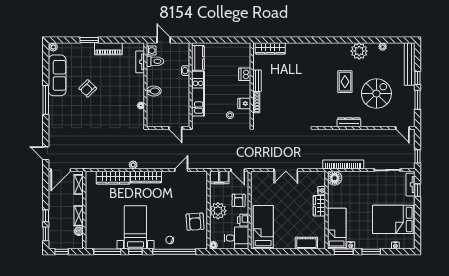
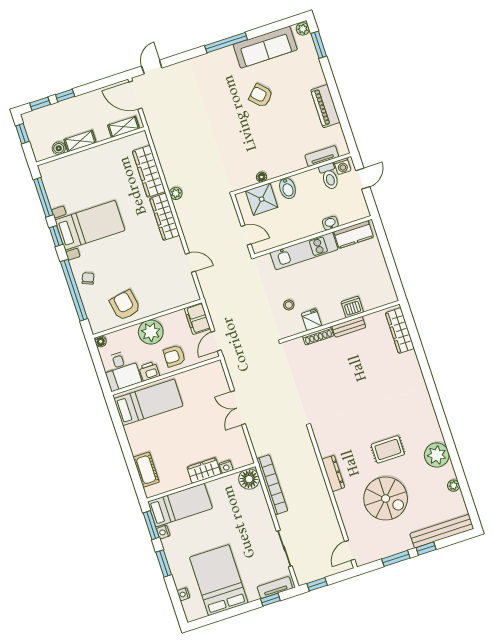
window: (89, 40) -> (319, 45), moved
shower: (155, 110) -> (262, 199), added
door: (175, 128) -> (246, 235), swing flipped
armchair: (195, 222) -> (125, 305), turned 84

